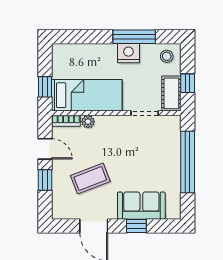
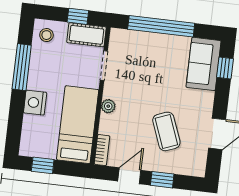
nightstand: (128, 53) -> (35, 103), moved
window: (45, 87) -> (43, 165), moved
plant: (88, 122) -> (108, 106), moved
sofa: (141, 206) -> (204, 64), moved
window: (136, 226) -> (225, 68), moved

